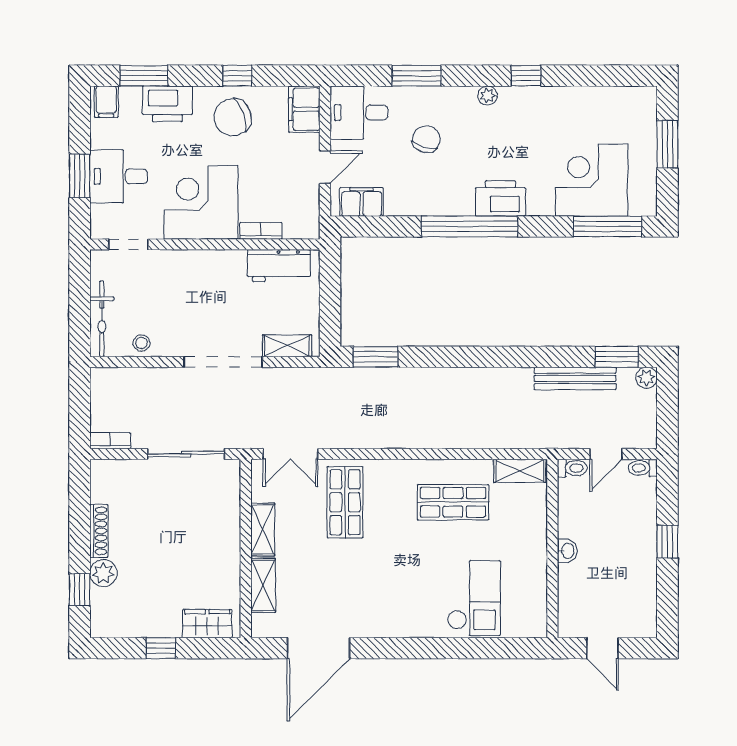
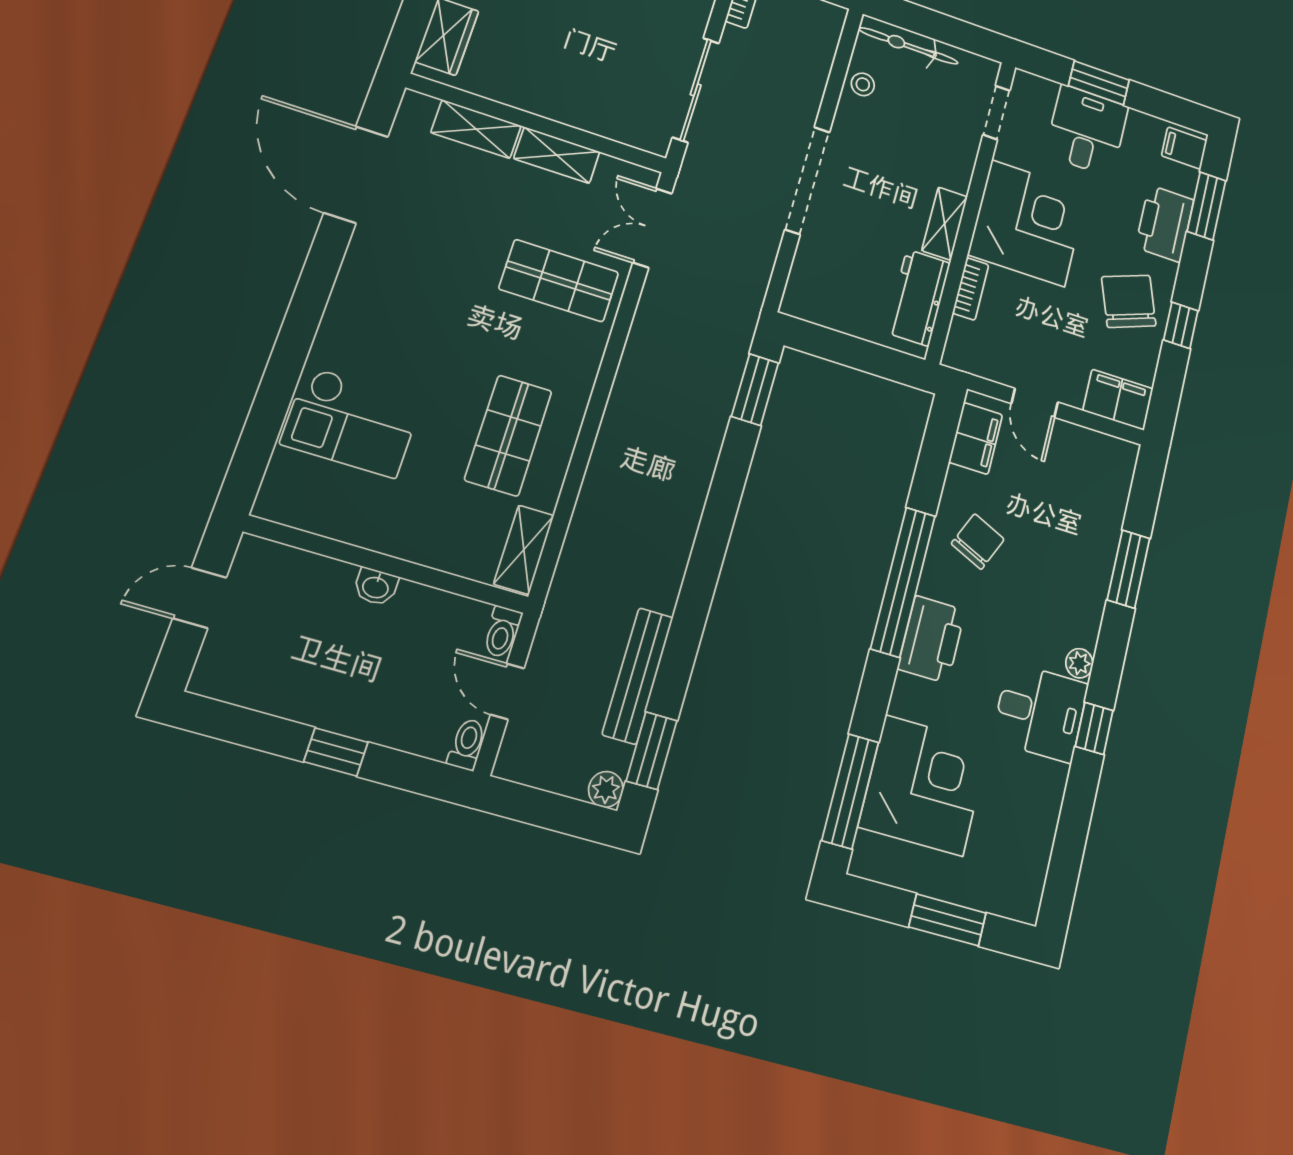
desk: (359, 113) -> (1040, 712), moved, turned 90
chair: (426, 139) -> (978, 541), moved, turned -81
shelving: (287, 346) -> (945, 224), moved

